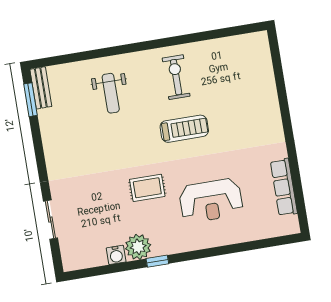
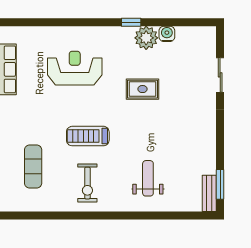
exercise mat: (239, 85) -> (33, 167), added
rug: (147, 188) -> (143, 89), moved

